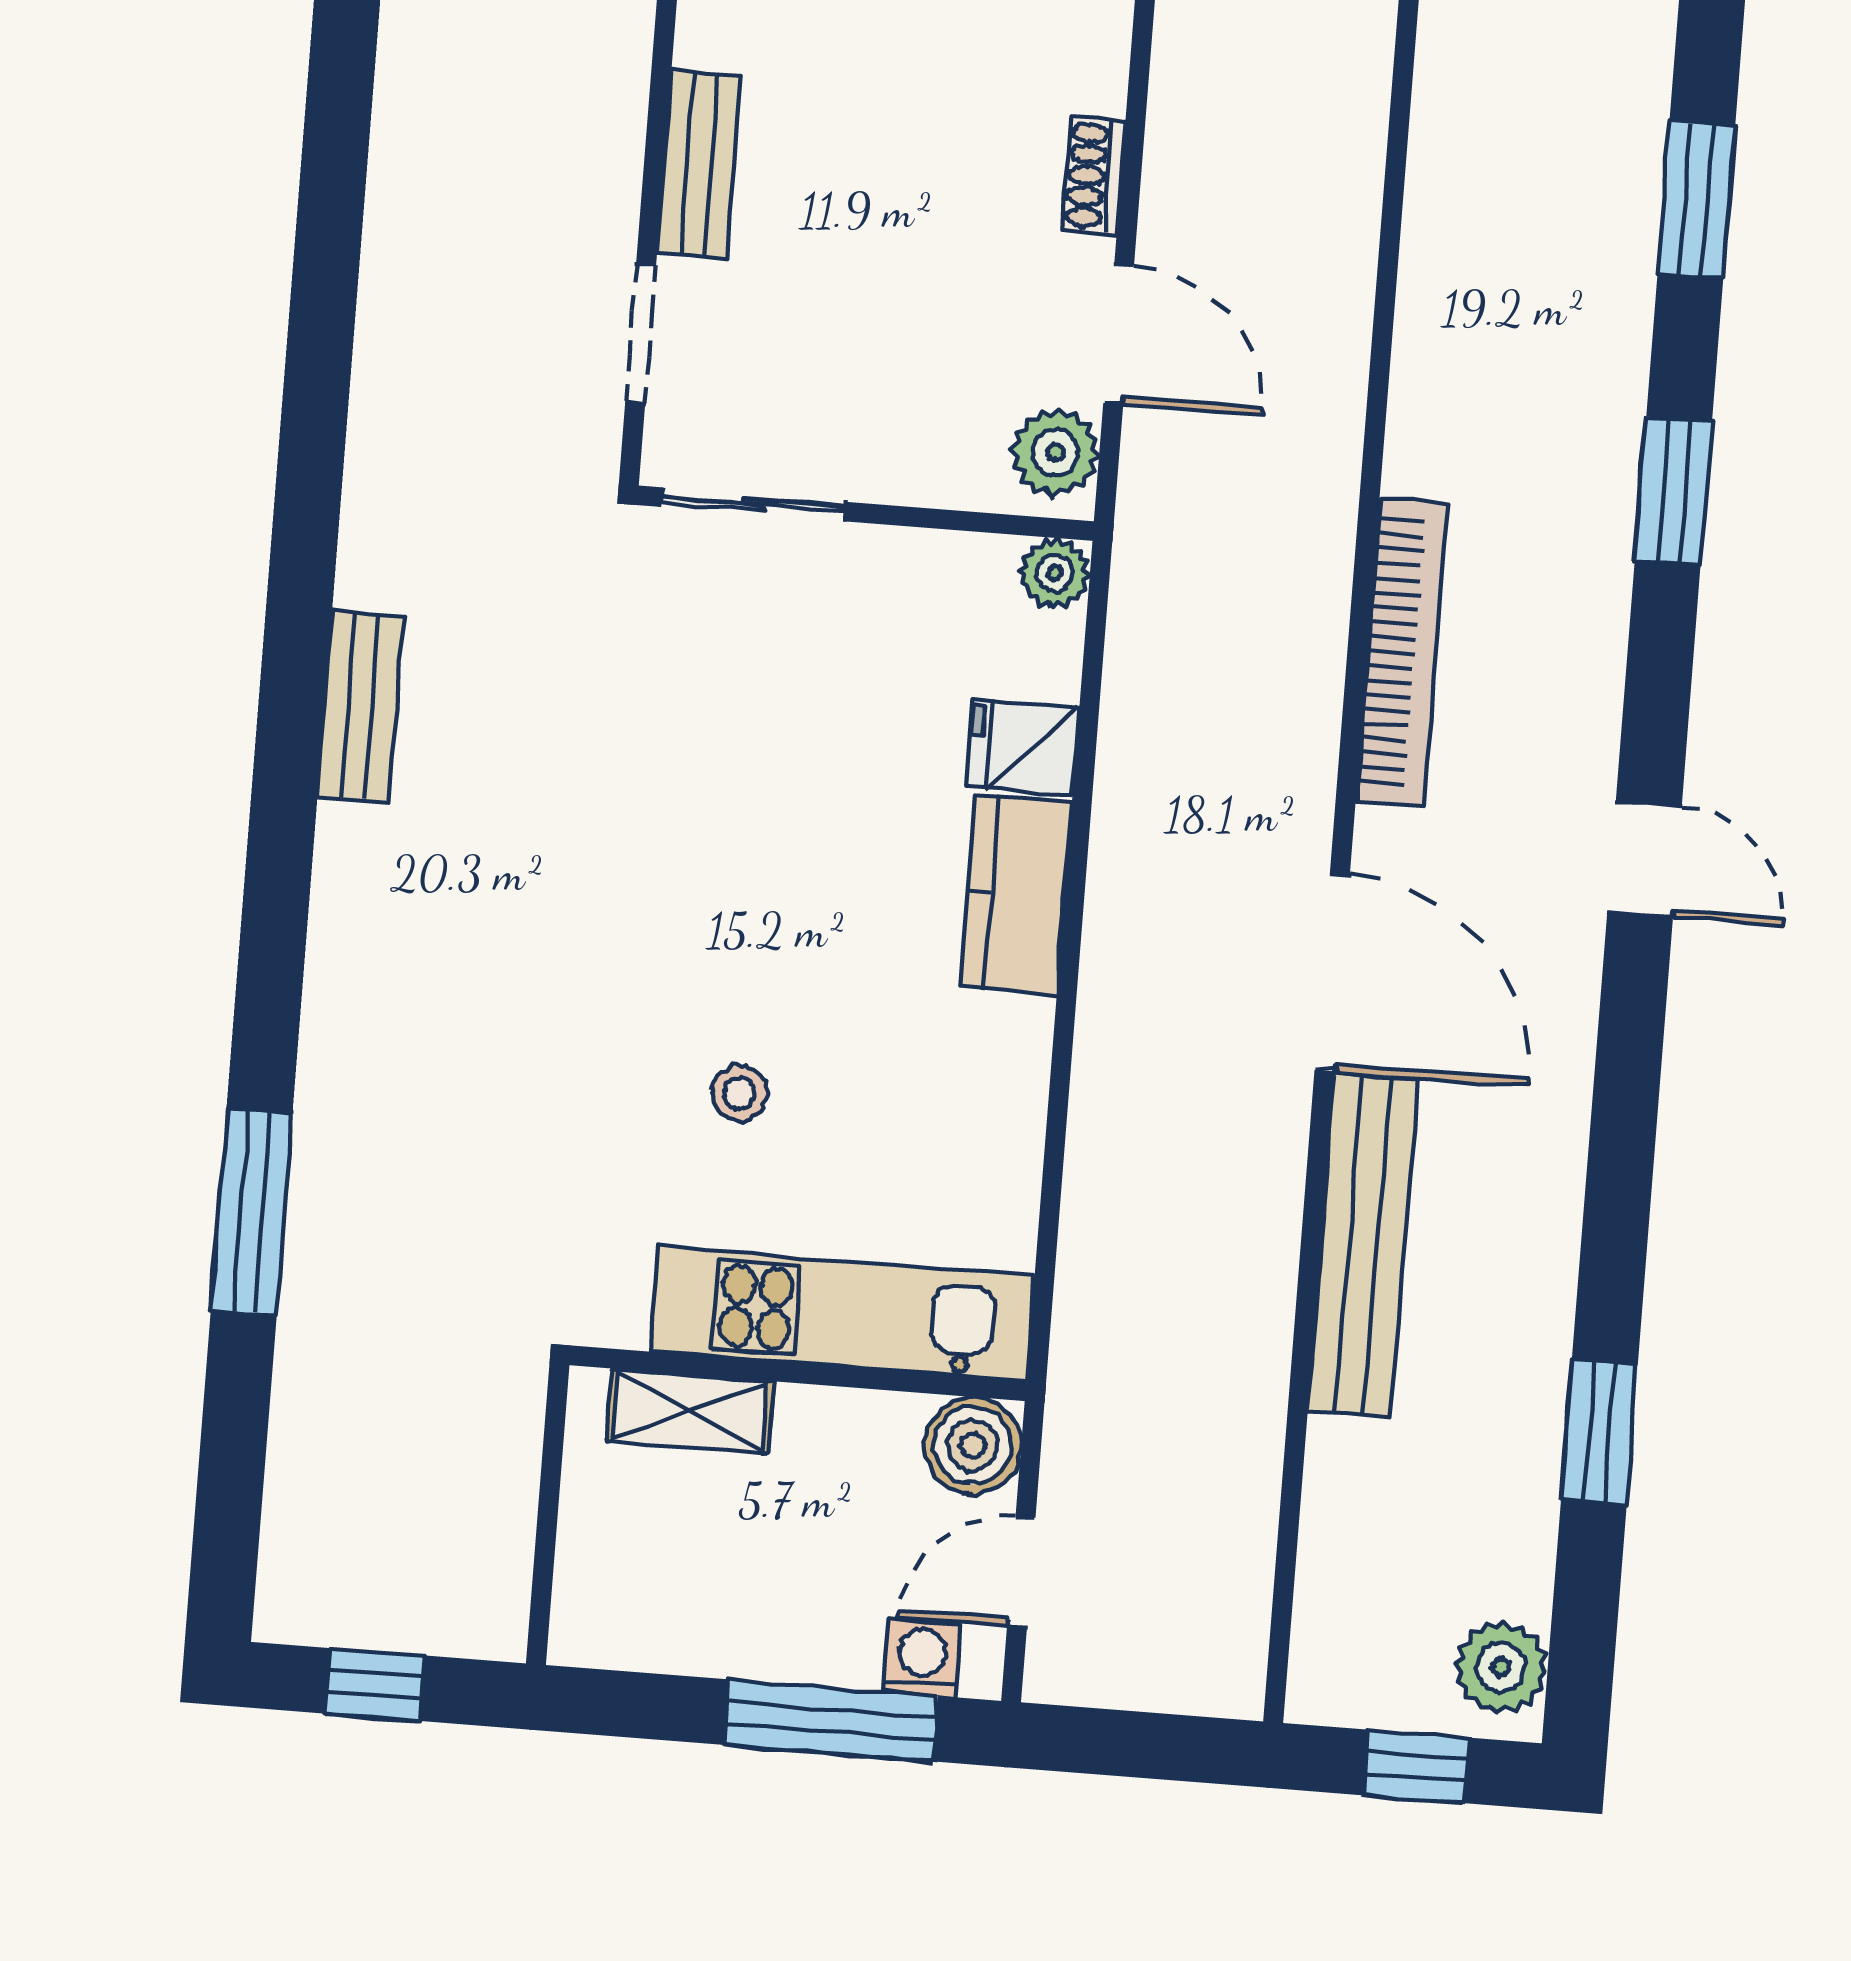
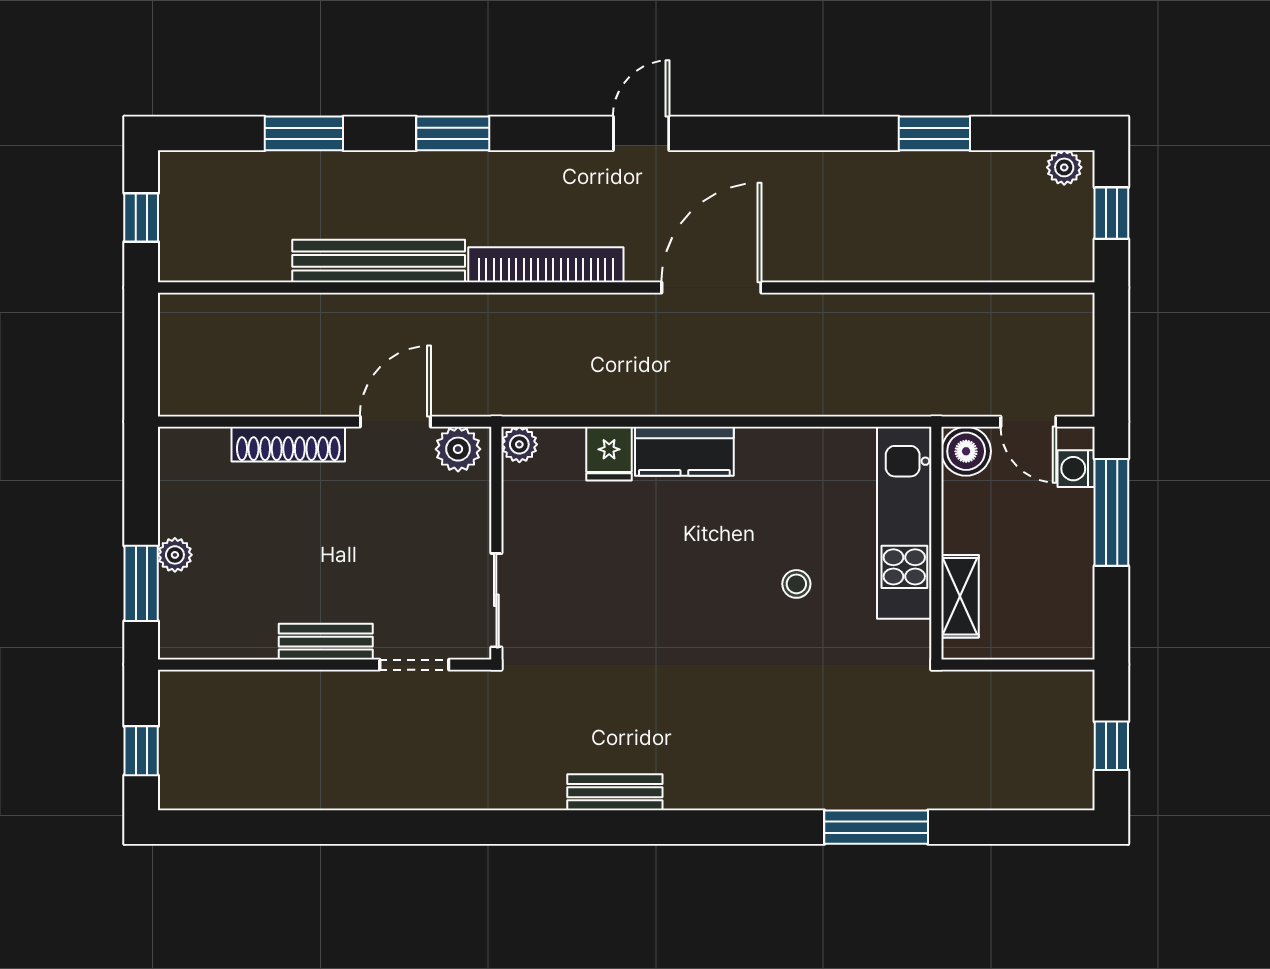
shoe rack: (1093, 176) -> (288, 444), width x1.94, depth x1.24
bench: (1363, 1245) -> (379, 261), moved
plant: (1501, 1667) -> (1064, 167), width x0.73, depth x0.73

